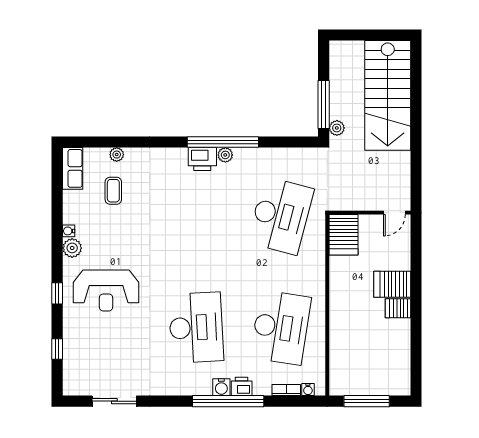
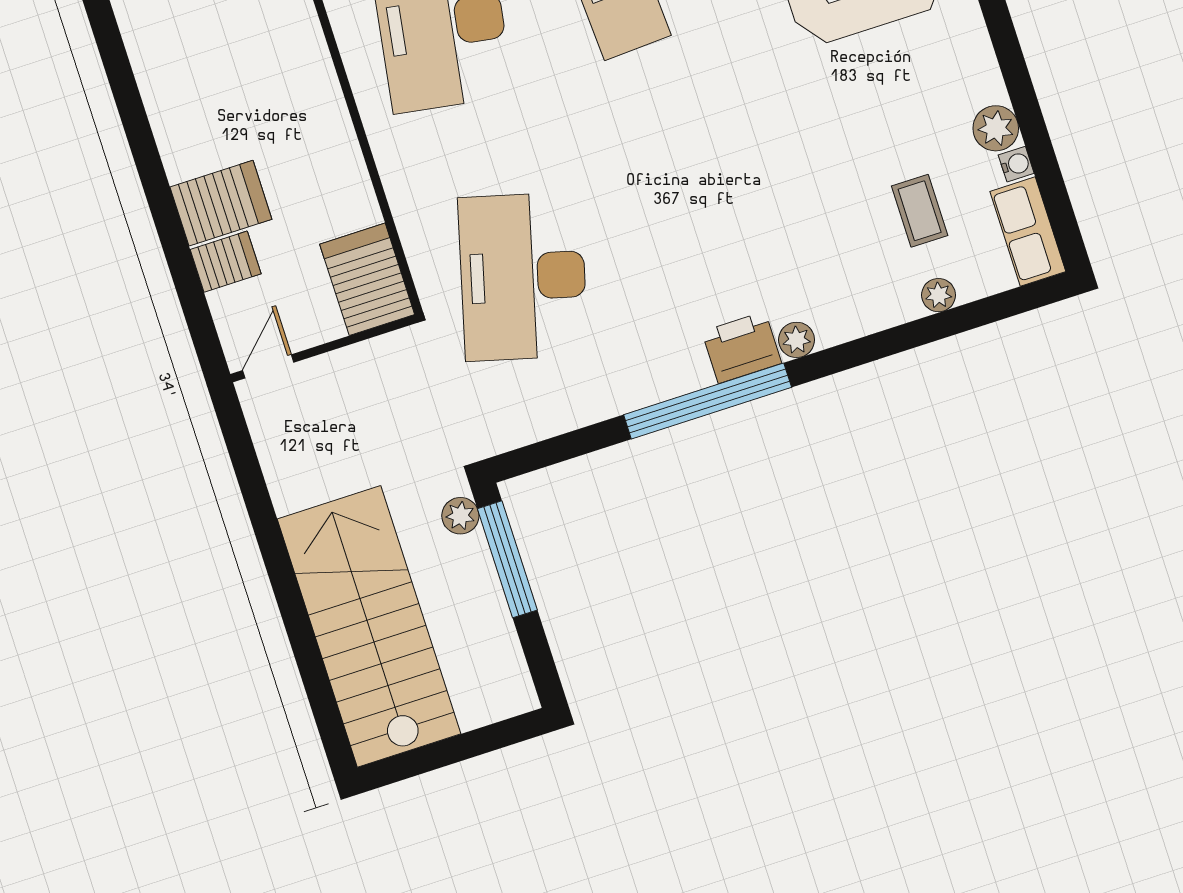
plant: (225, 155) -> (797, 340), moved
water cooler: (69, 231) -> (1016, 164), moved
plant: (72, 248) -> (996, 128), moved
server rack: (398, 308) -> (226, 262), moved

